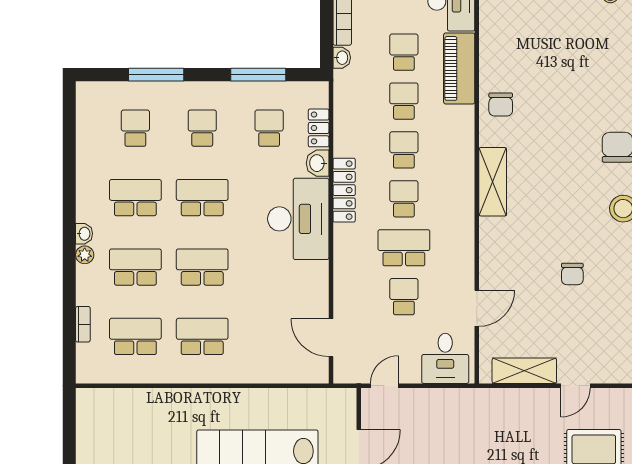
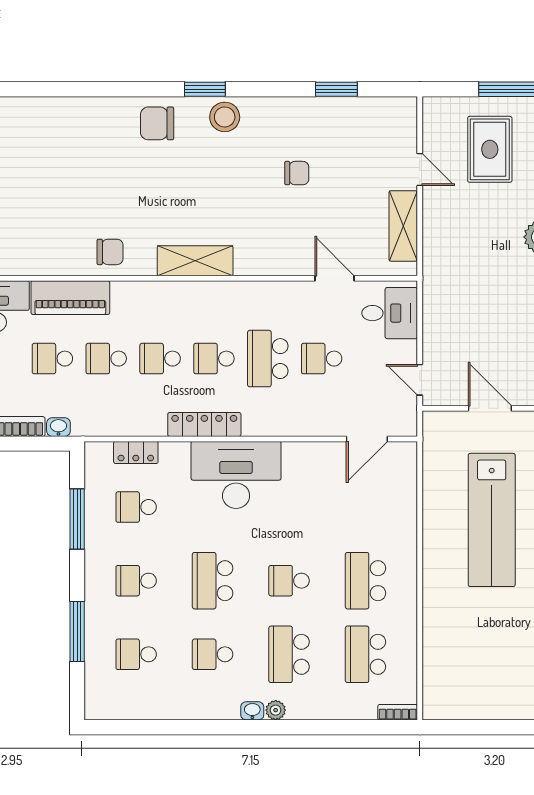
washbasin: (318, 163) -> (175, 454), removed
school desk: (135, 198) -> (213, 654), width x0.54
school desk: (202, 267) -> (289, 581), width x0.54
bookcase: (83, 324) -> (398, 712), moved

